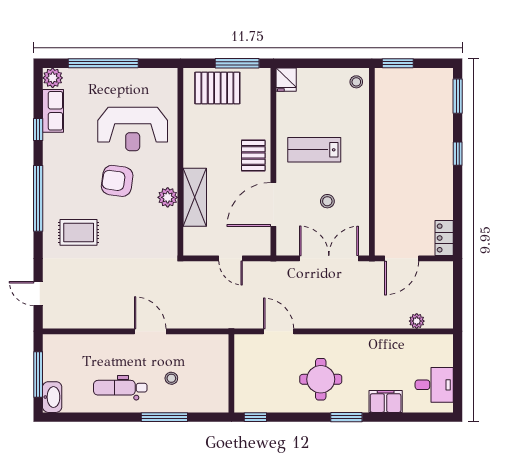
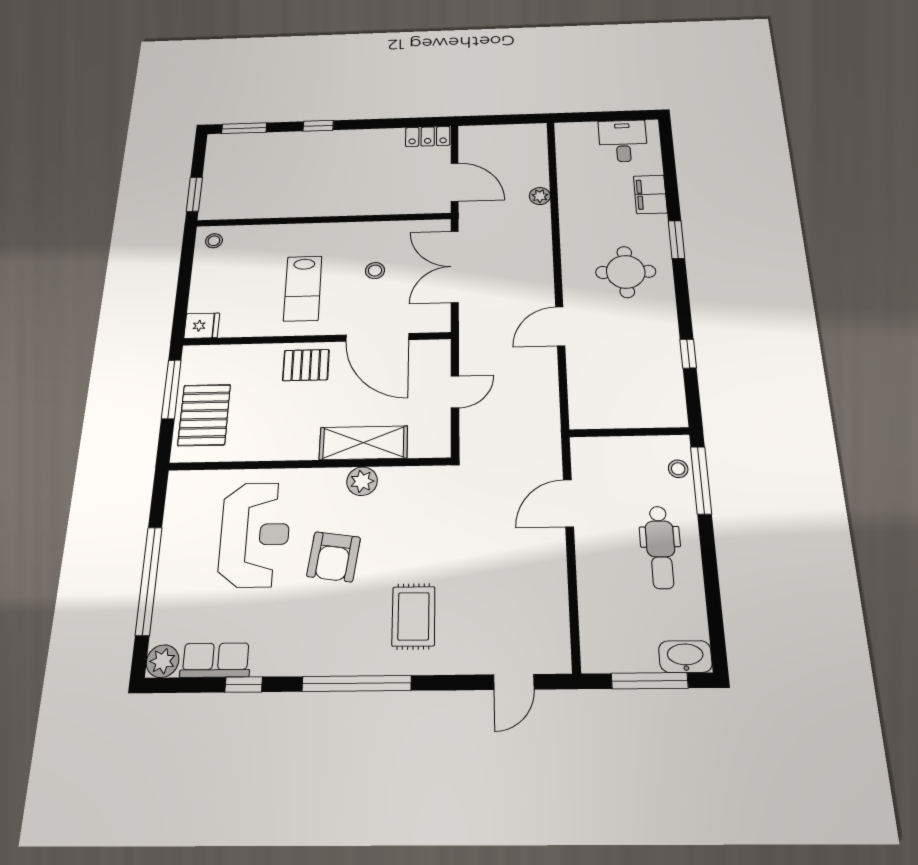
plant: (417, 321) -> (540, 196), moved
wall: (231, 373) -> (629, 432), moved
stool: (171, 378) -> (678, 469), moved

